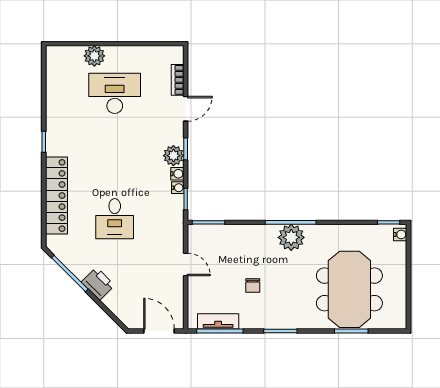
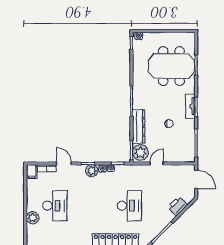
filing cabinet: (172, 54) -> (32, 171), added
desk: (115, 93) -> (55, 206), turned 180
desk: (115, 219) -> (129, 206), width x1.37
dresser: (248, 234) -> (139, 127), added
plant: (291, 237) -> (140, 152), moved
printer: (98, 284) -> (178, 206), moved
tv unit: (218, 321) -> (190, 106), moved
door: (159, 331) -> (196, 179), swing flipped

